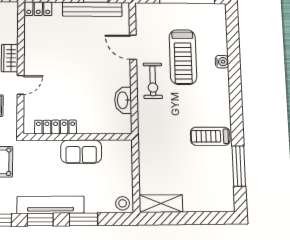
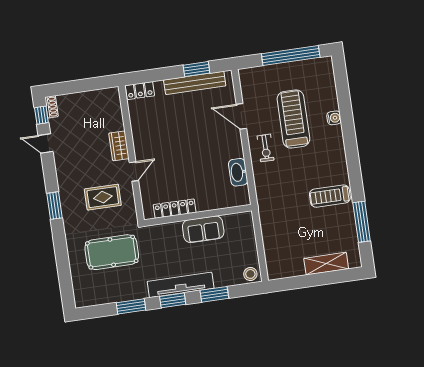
treadmill: (183, 57) -> (293, 119), turned 180
exercise bike: (153, 81) -> (266, 148), width x0.73, depth x0.72
shelving: (161, 204) -> (326, 264), moved

